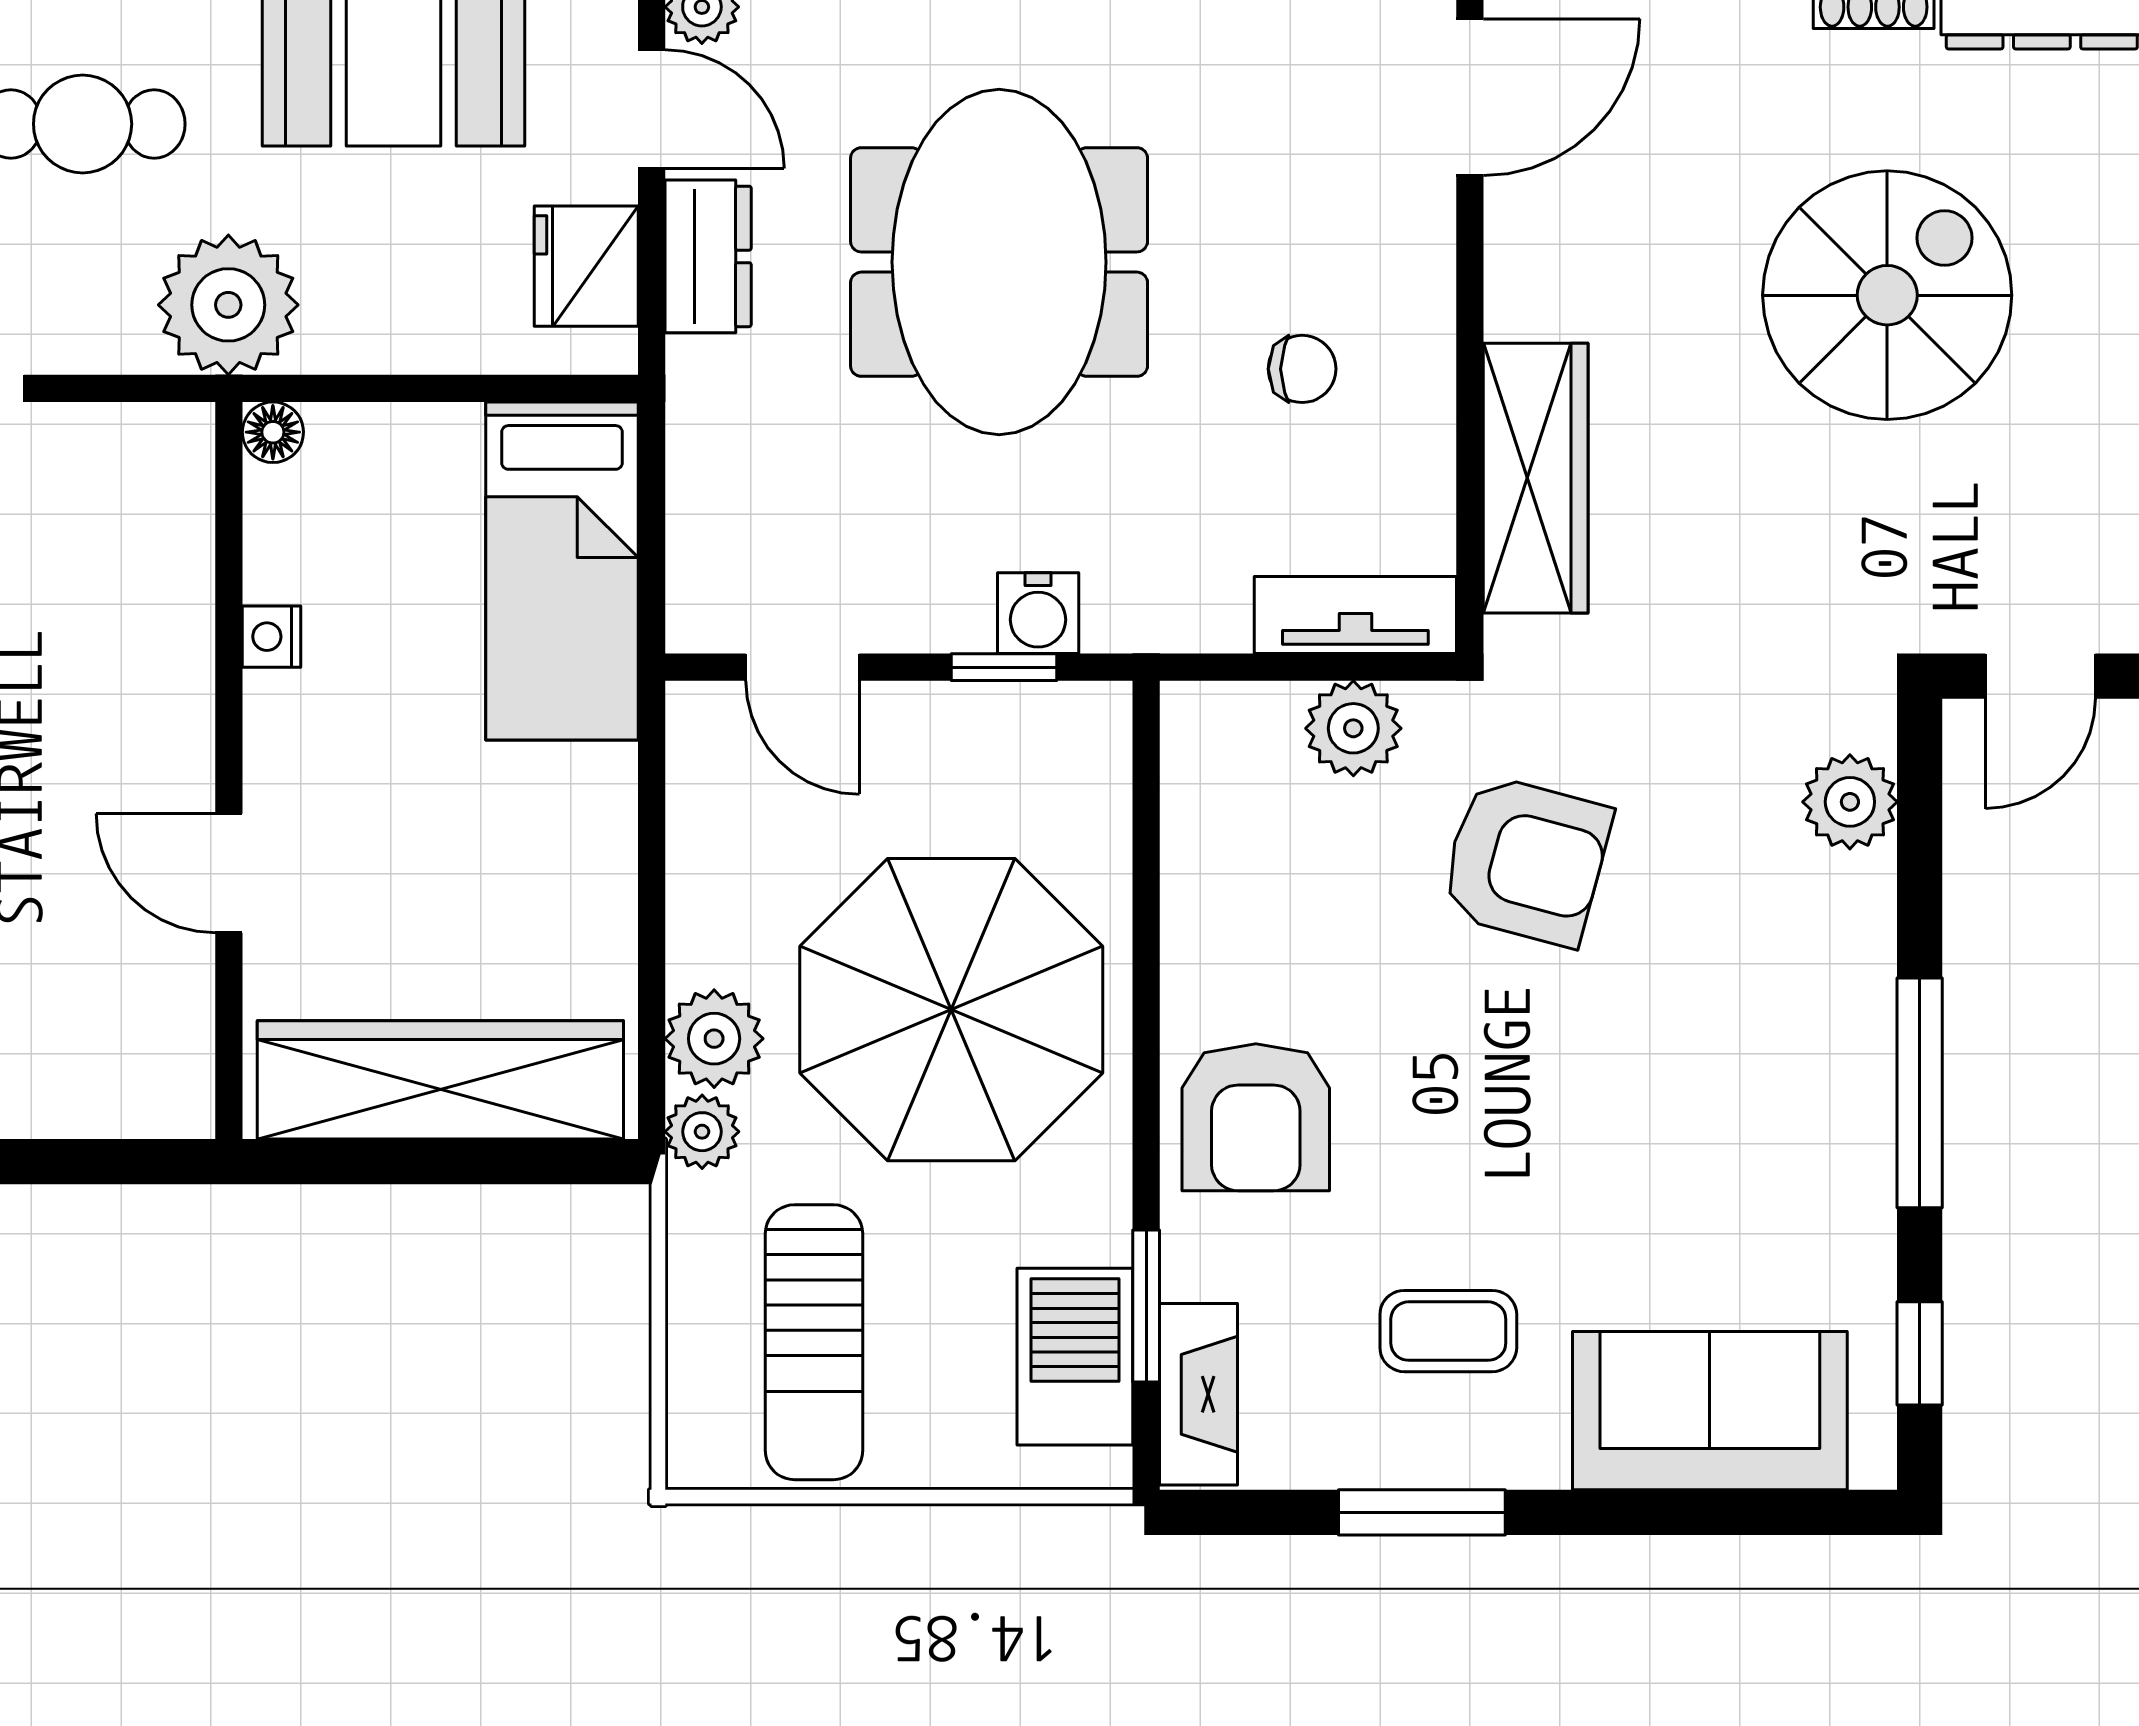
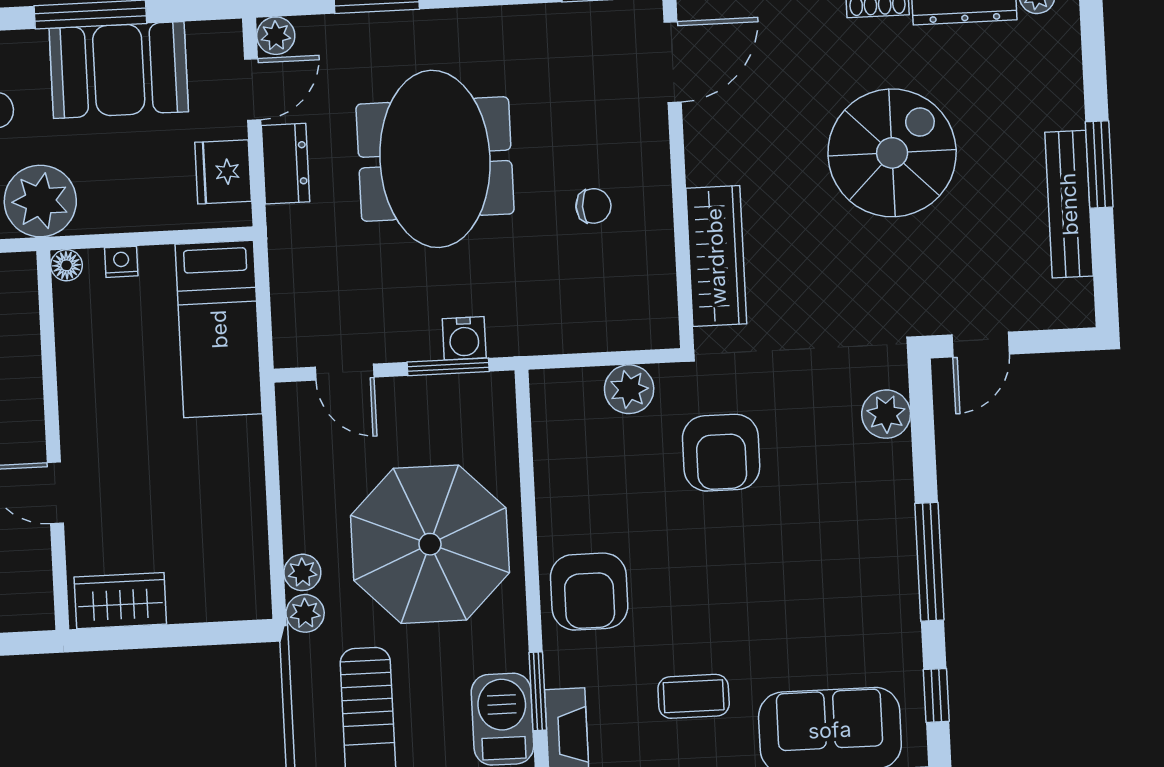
door: (652, 109) -> (253, 89), hinge flipped
tv unit: (1355, 615) -> (627, 331), removed
nightstand: (272, 637) -> (121, 262), moved, turned 90
window: (1004, 667) -> (448, 367), width x1.50
armchair: (1526, 861) -> (721, 453), turned 75
plant: (714, 1039) -> (302, 572), width x0.73, depth x0.73
wardrobe: (440, 1080) -> (120, 601), width x0.48, depth x0.85

